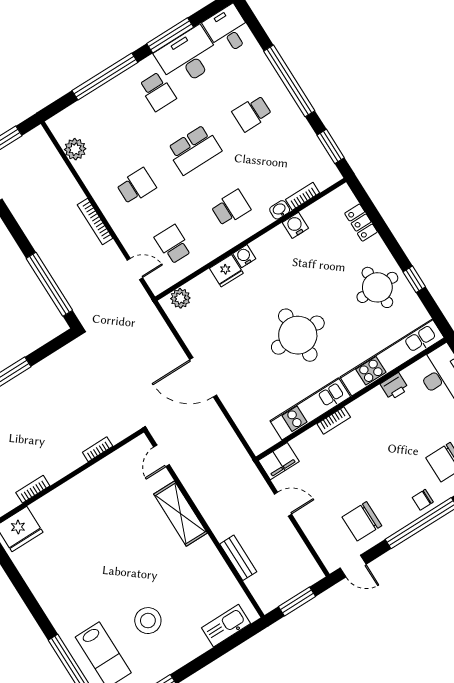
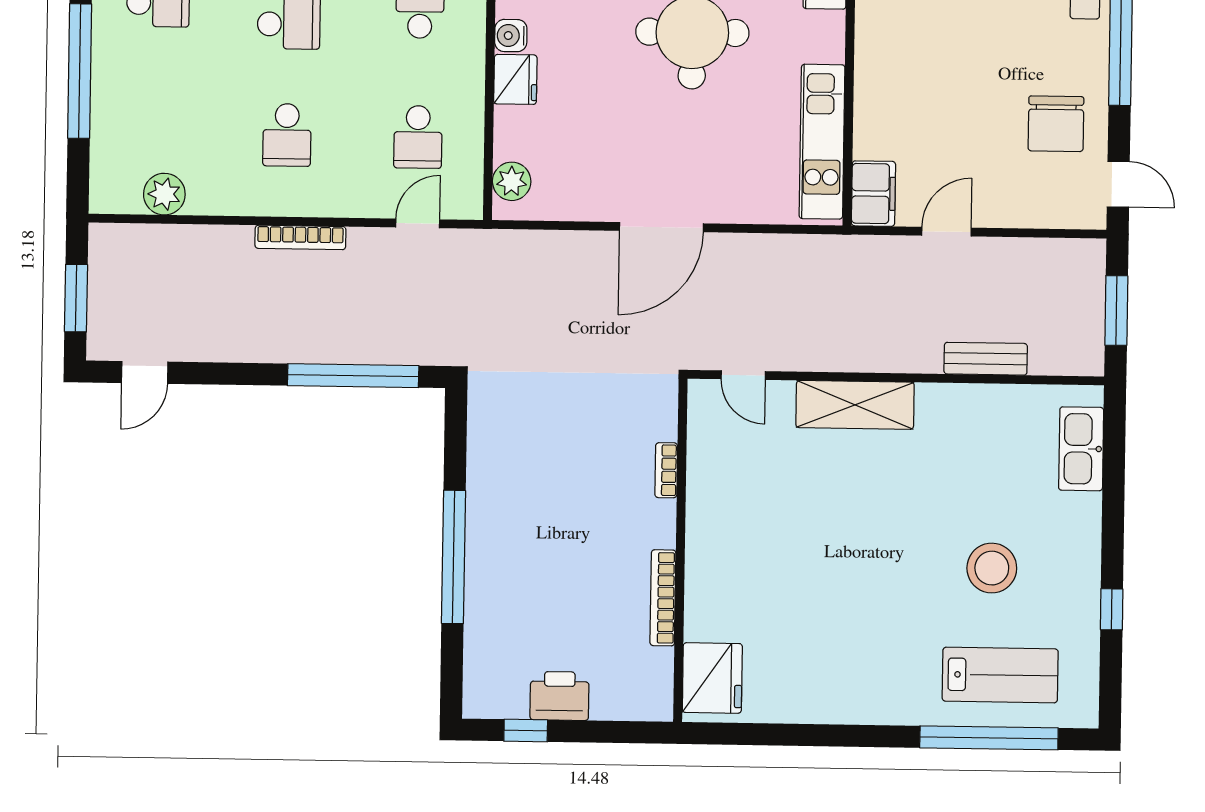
school desk: (136, 186) -> (287, 135), turned 180
school desk: (173, 244) -> (418, 137), turned -90
kitchen unit: (310, 409) -> (822, 142), moved
bookcase: (334, 421) -> (866, 64), removed
bookcase: (33, 489) -> (663, 598), width x1.56
door: (353, 566) -> (1118, 184), hinge flipped

